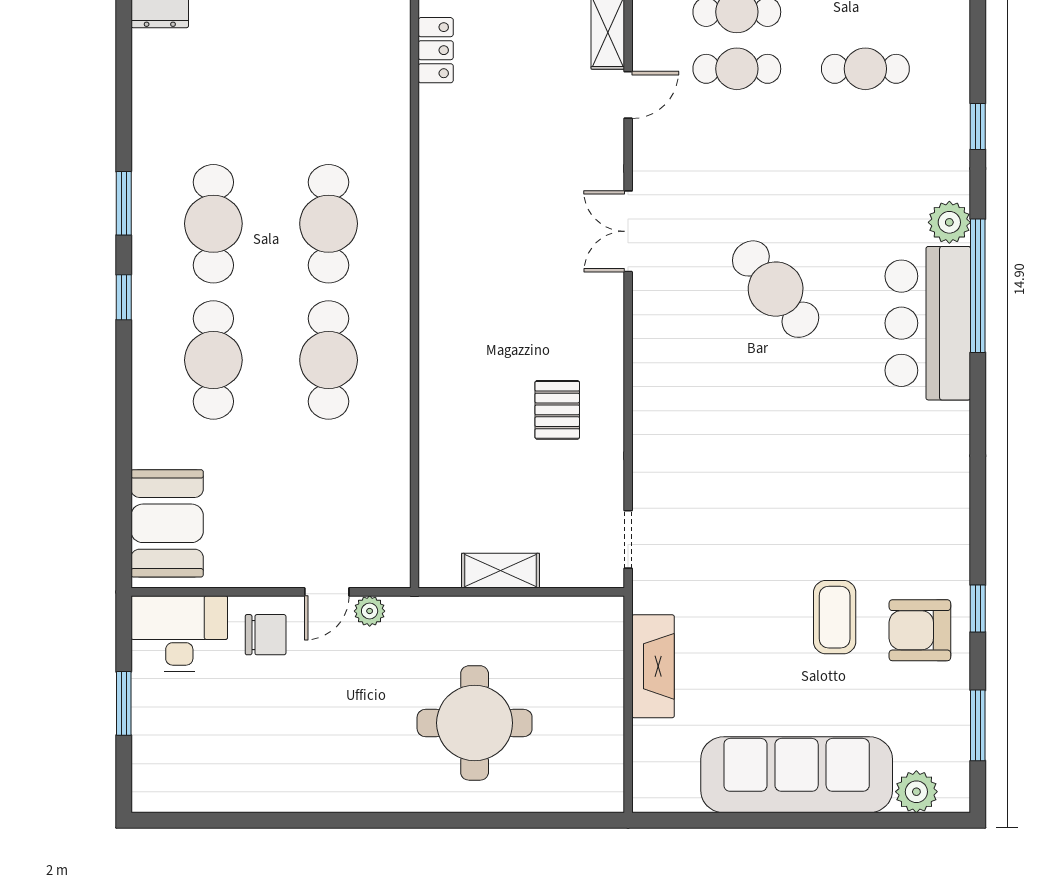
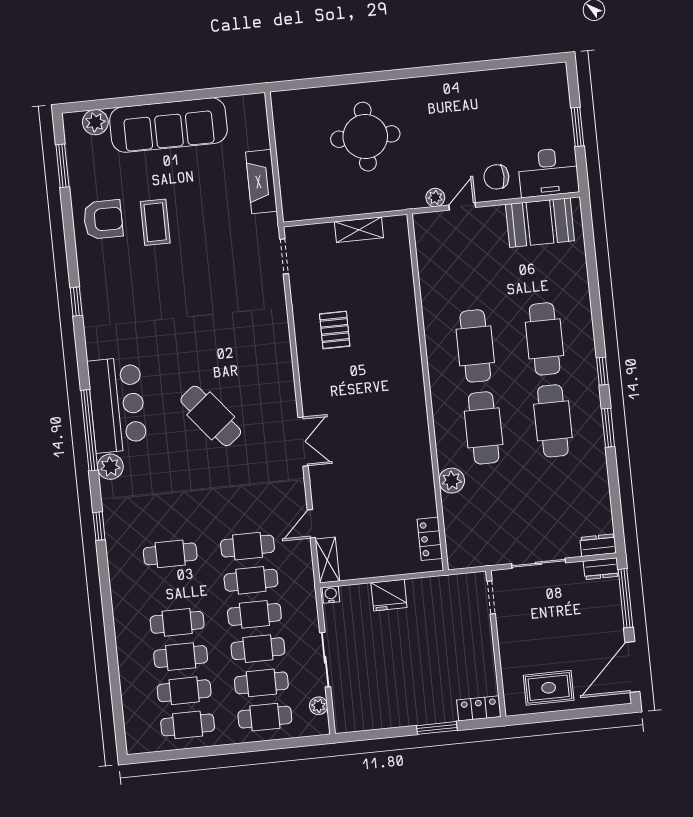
plant: (390, 142) -> (452, 481), added
booth: (167, 523) -> (540, 223), moved, turned 90
window: (978, 609) -> (76, 302), moved

